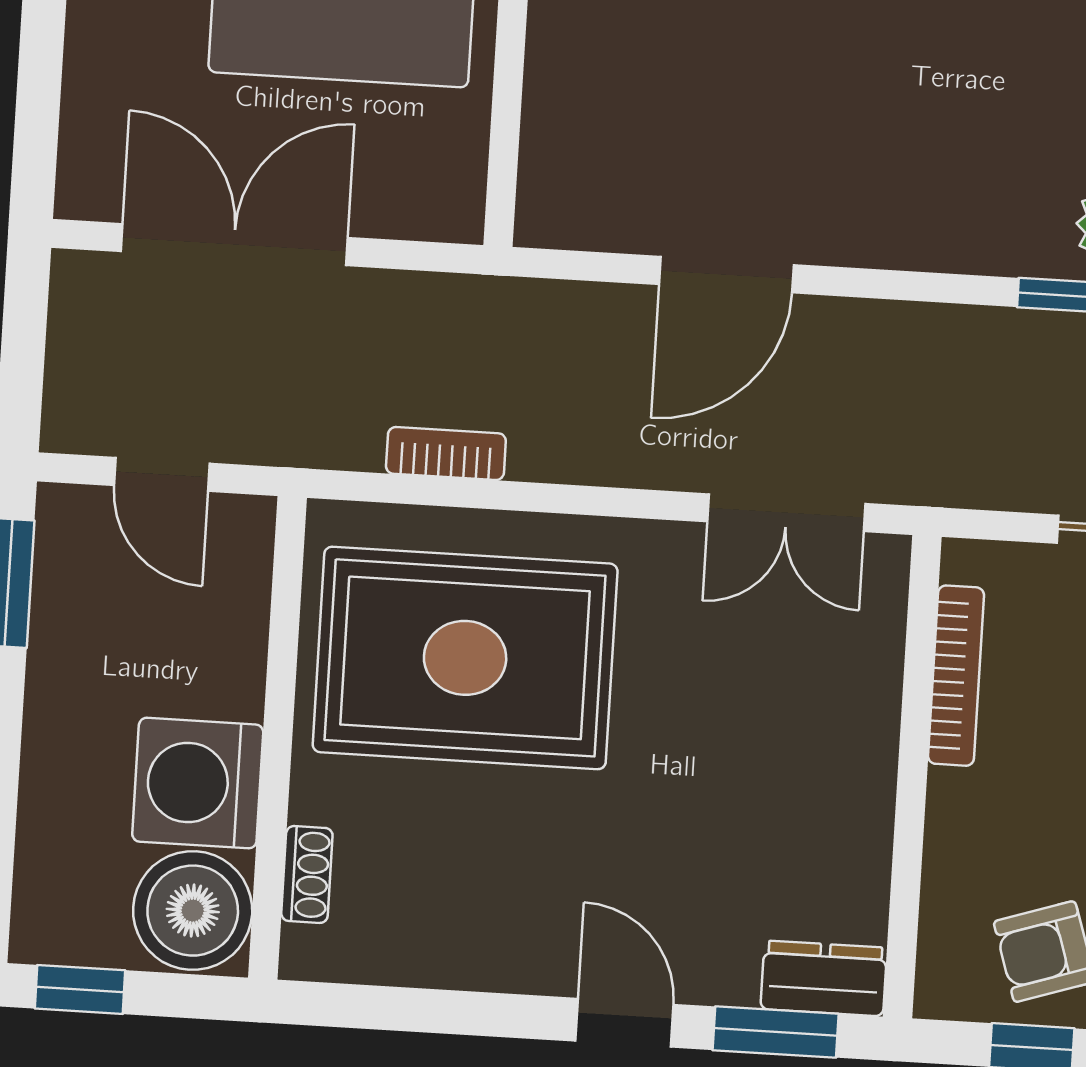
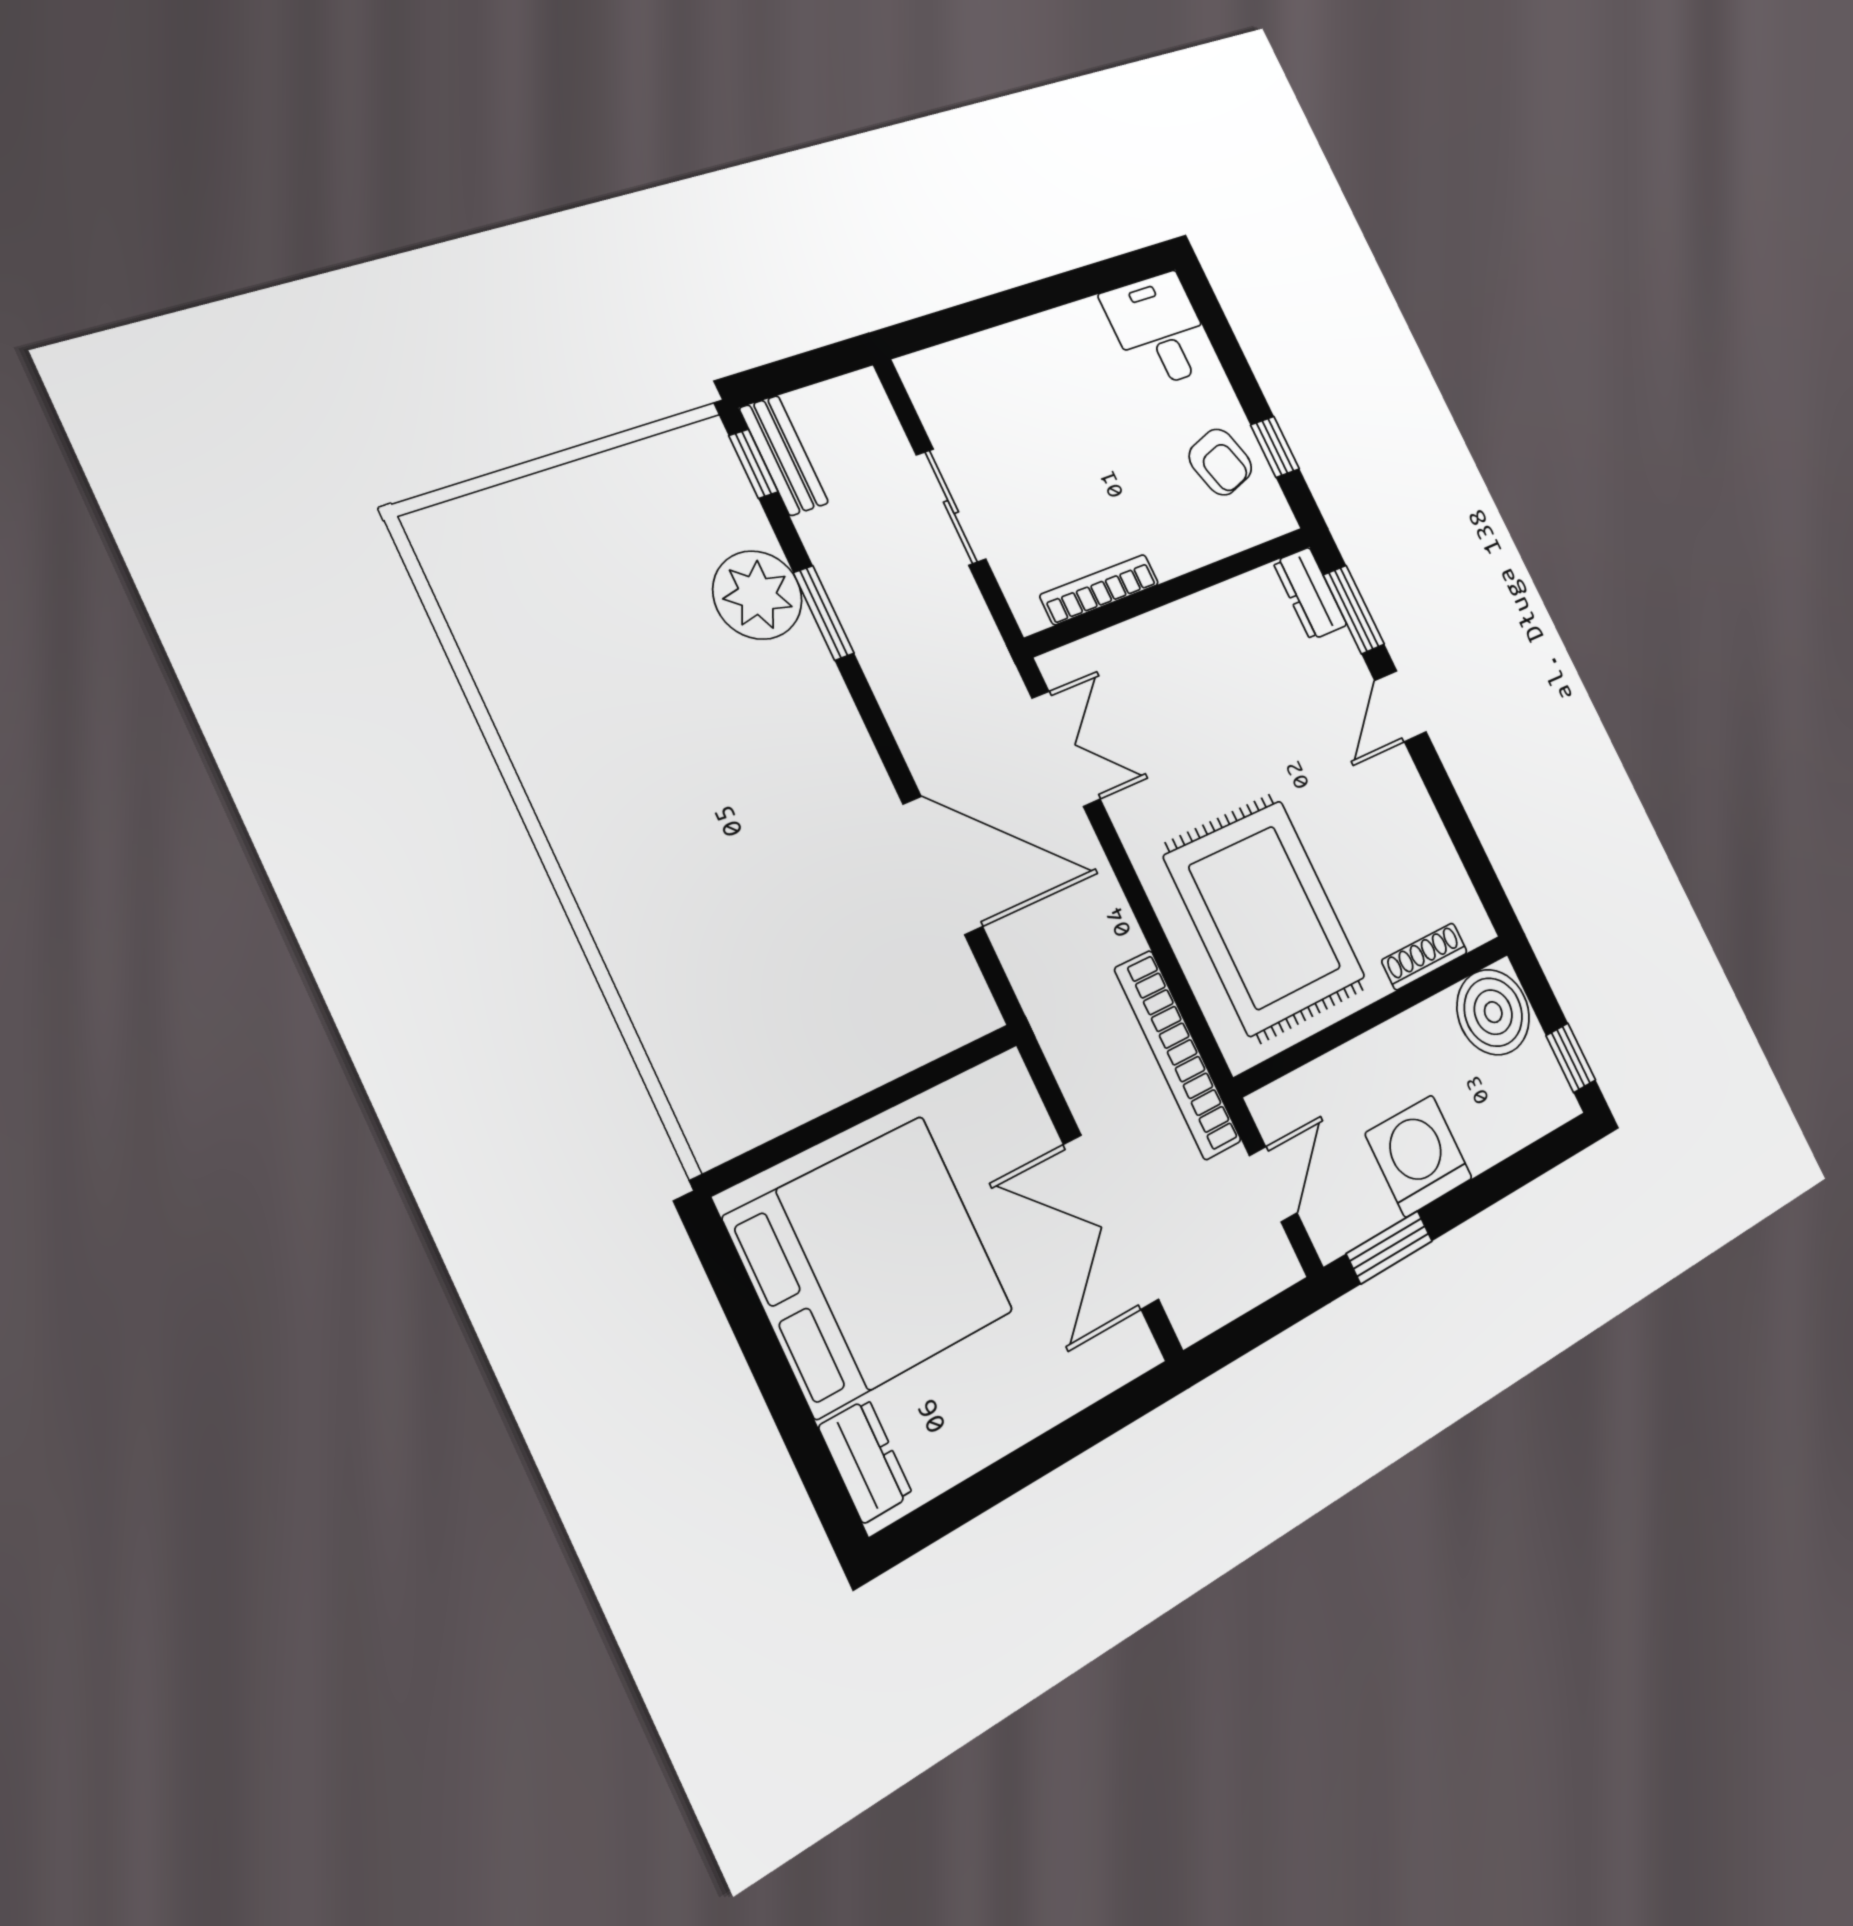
door: (726, 275) -> (943, 865), width x1.36
bookcase: (446, 454) -> (1178, 1055), width x2.31, depth x1.31
washing machine: (198, 783) -> (1419, 1156), moved, turned 180
shoe rack: (307, 874) -> (1424, 956), width x1.43

